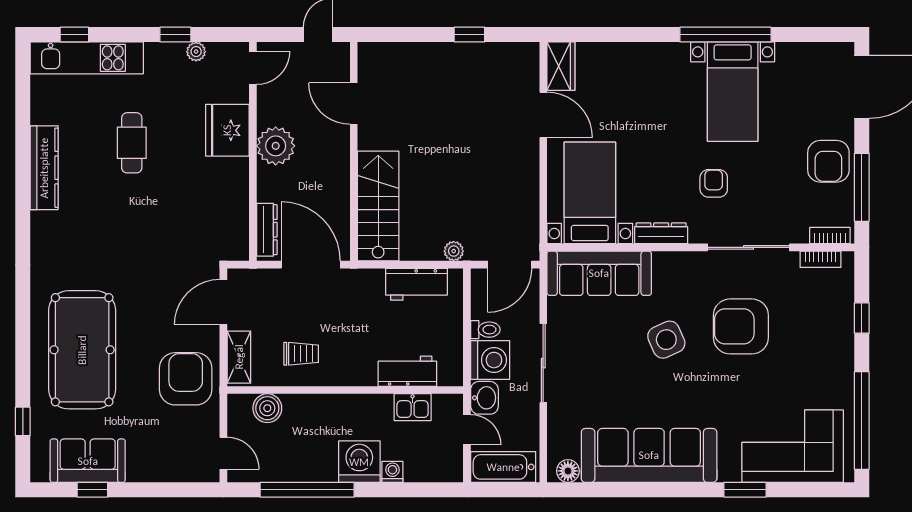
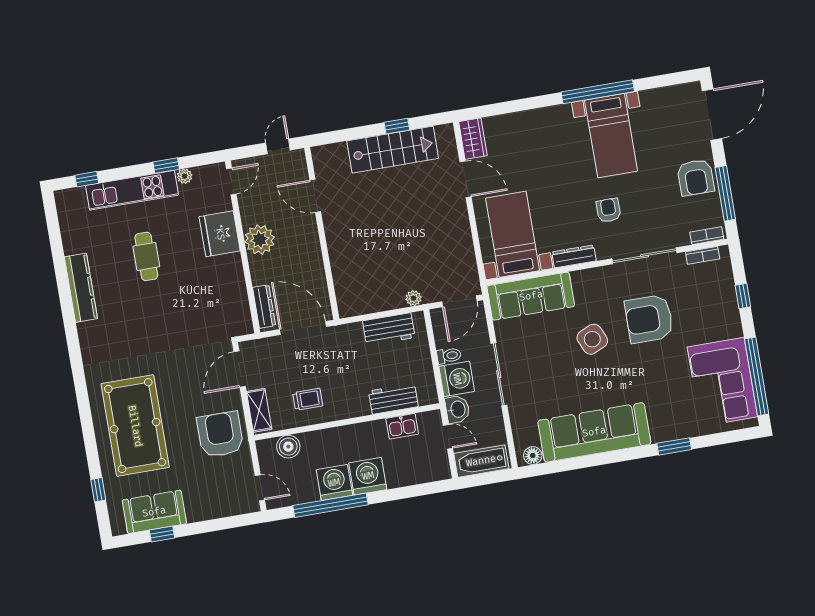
kitchen unit: (87, 58) -> (132, 190), moved
stairs: (378, 206) -> (393, 150), moved, turned 90
corner sofa: (793, 446) -> (722, 382), moved, turned -90
washing machine: (392, 472) -> (334, 483), moved, width x1.89, depth x1.89

